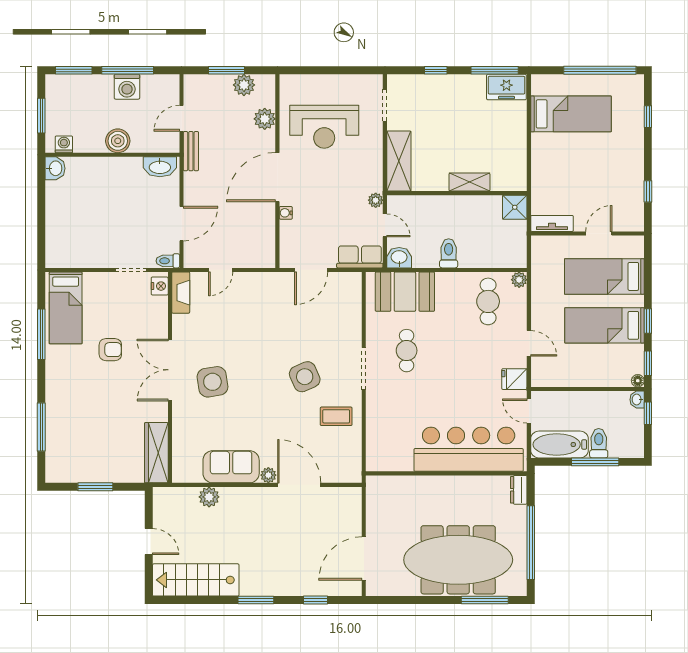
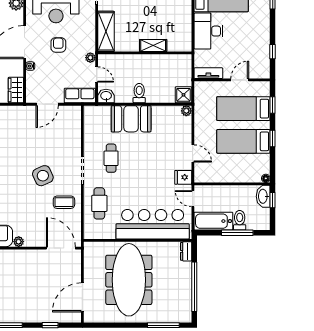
desk: (552, 161) -> (208, 31), added
armchair: (328, 181) -> (58, 45), added
shower: (515, 207) -> (183, 95), moved
wardrobe: (264, 249) -> (16, 90), added
booth: (405, 292) -> (131, 119), moved
cafe table: (488, 301) -> (99, 203), moved
window: (648, 363) -> (273, 105), moved
washbasin: (637, 400) -> (263, 196), width x1.91, depth x1.45
door: (299, 485) -> (61, 248), moved
meeting table: (458, 560) -> (129, 280), moved, turned 90

